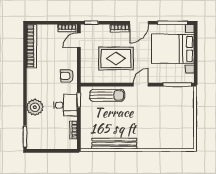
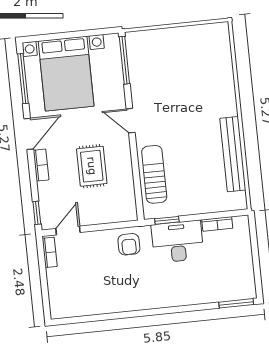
door: (139, 23) -> (29, 134), hinge flipped
door: (79, 40) -> (68, 230), swing flipped
bookcase: (32, 46) -> (86, 308), removed
rug: (116, 58) -> (92, 166), width x0.73, depth x0.70
desk: (65, 105) -> (178, 242), width x1.37
plant: (35, 107) -> (186, 292), removed

